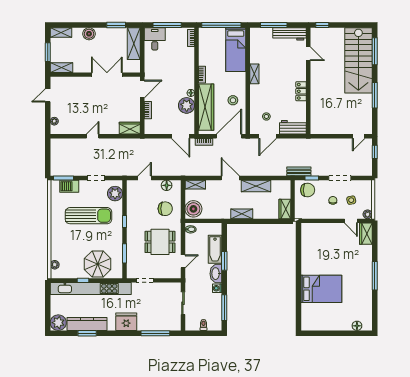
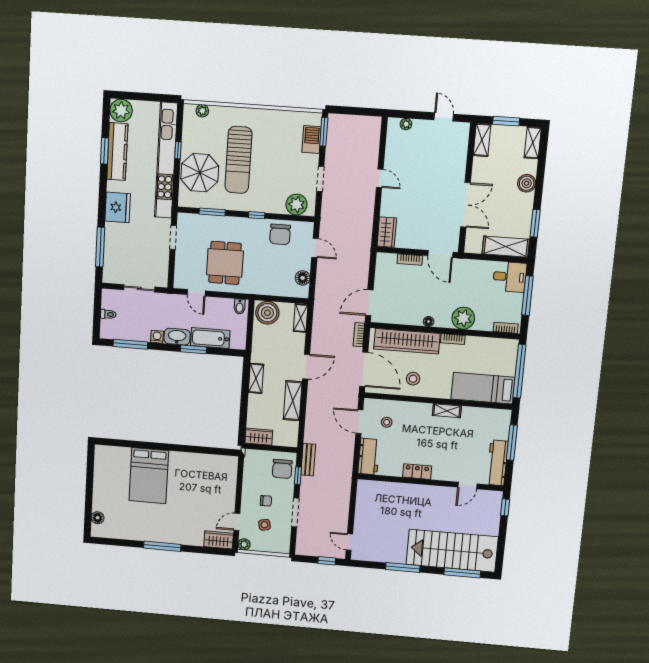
plant: (187, 105) -> (463, 318), moved
chair: (165, 209) -> (280, 234), moved
sun lounger: (89, 216) -> (238, 160), moved

